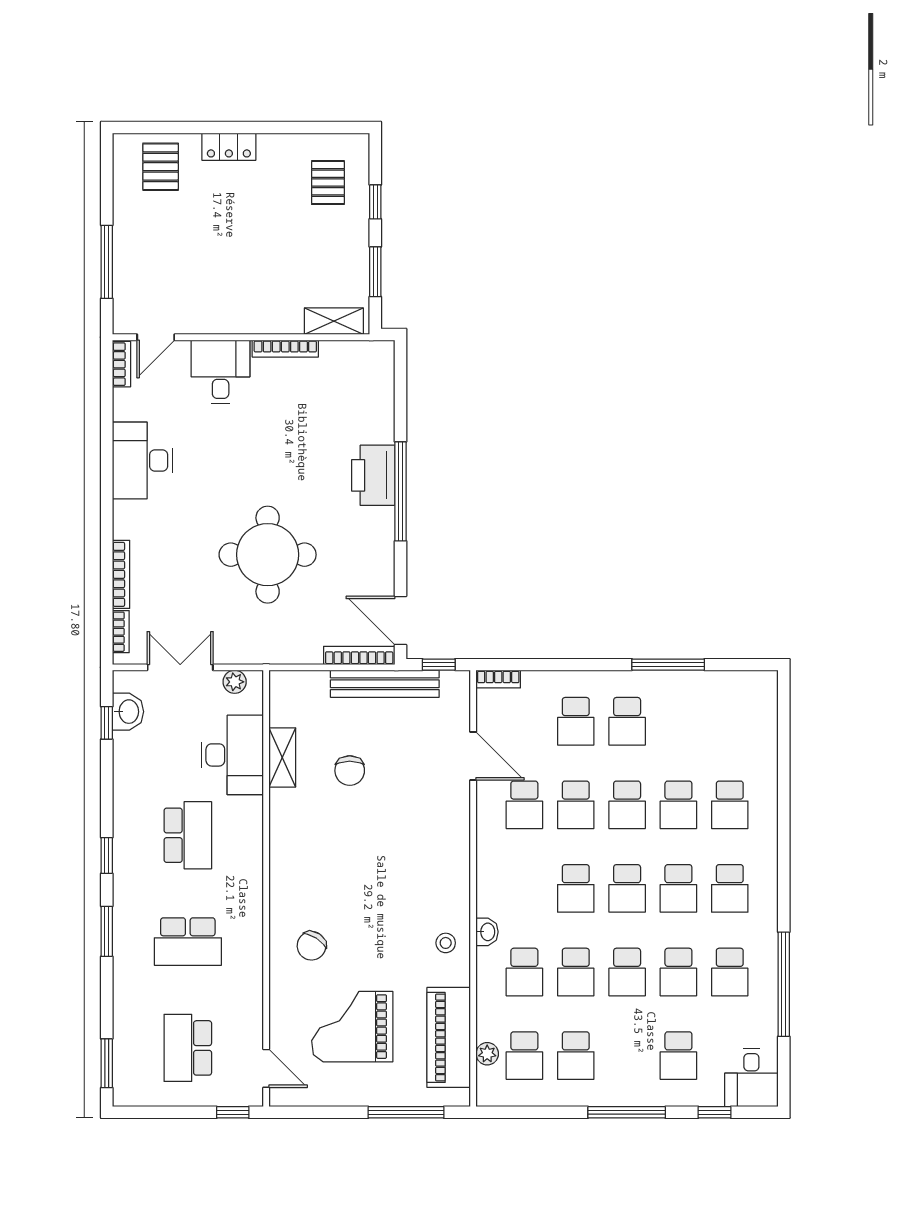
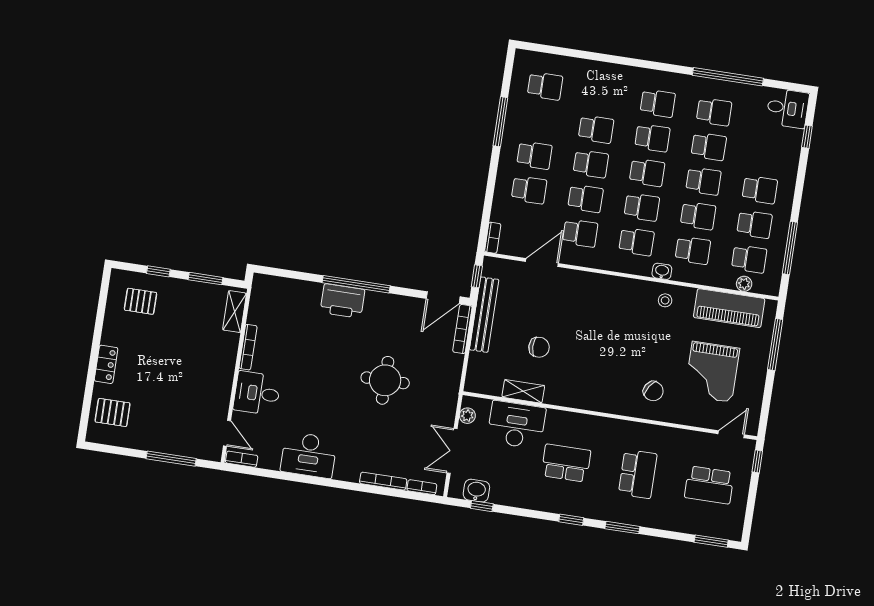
round table: (268, 555) -> (385, 380), width x0.73, depth x0.73
school desk: (730, 805) -> (545, 86), moved
school desk: (524, 888) -> (636, 242), added
school desk: (678, 1056) -> (760, 190), moved
window: (627, 1112) -> (790, 248), moved

